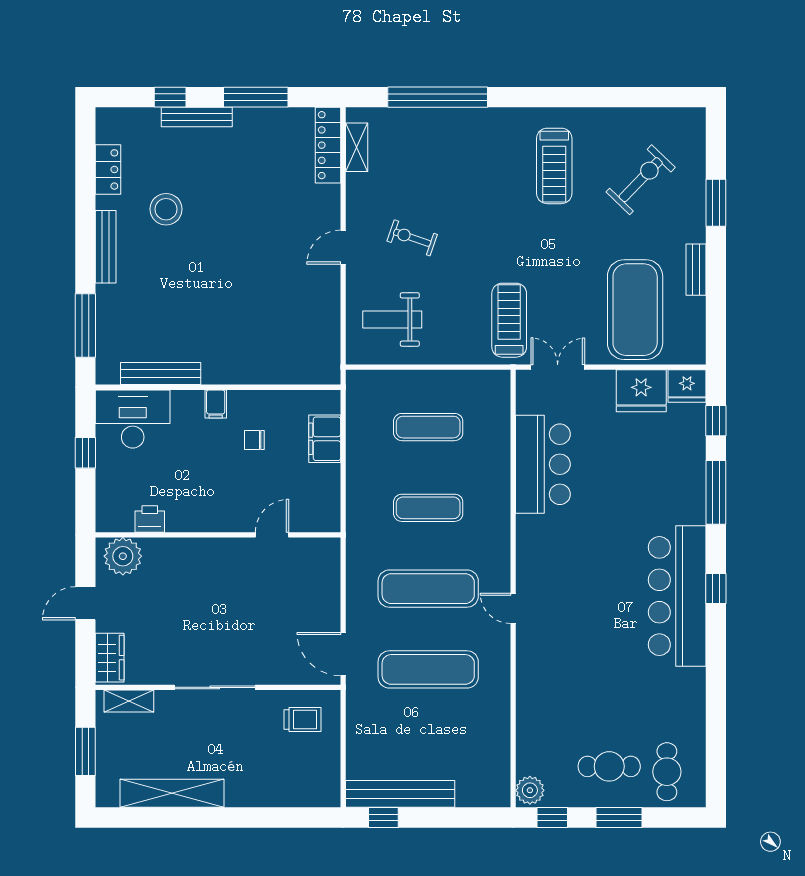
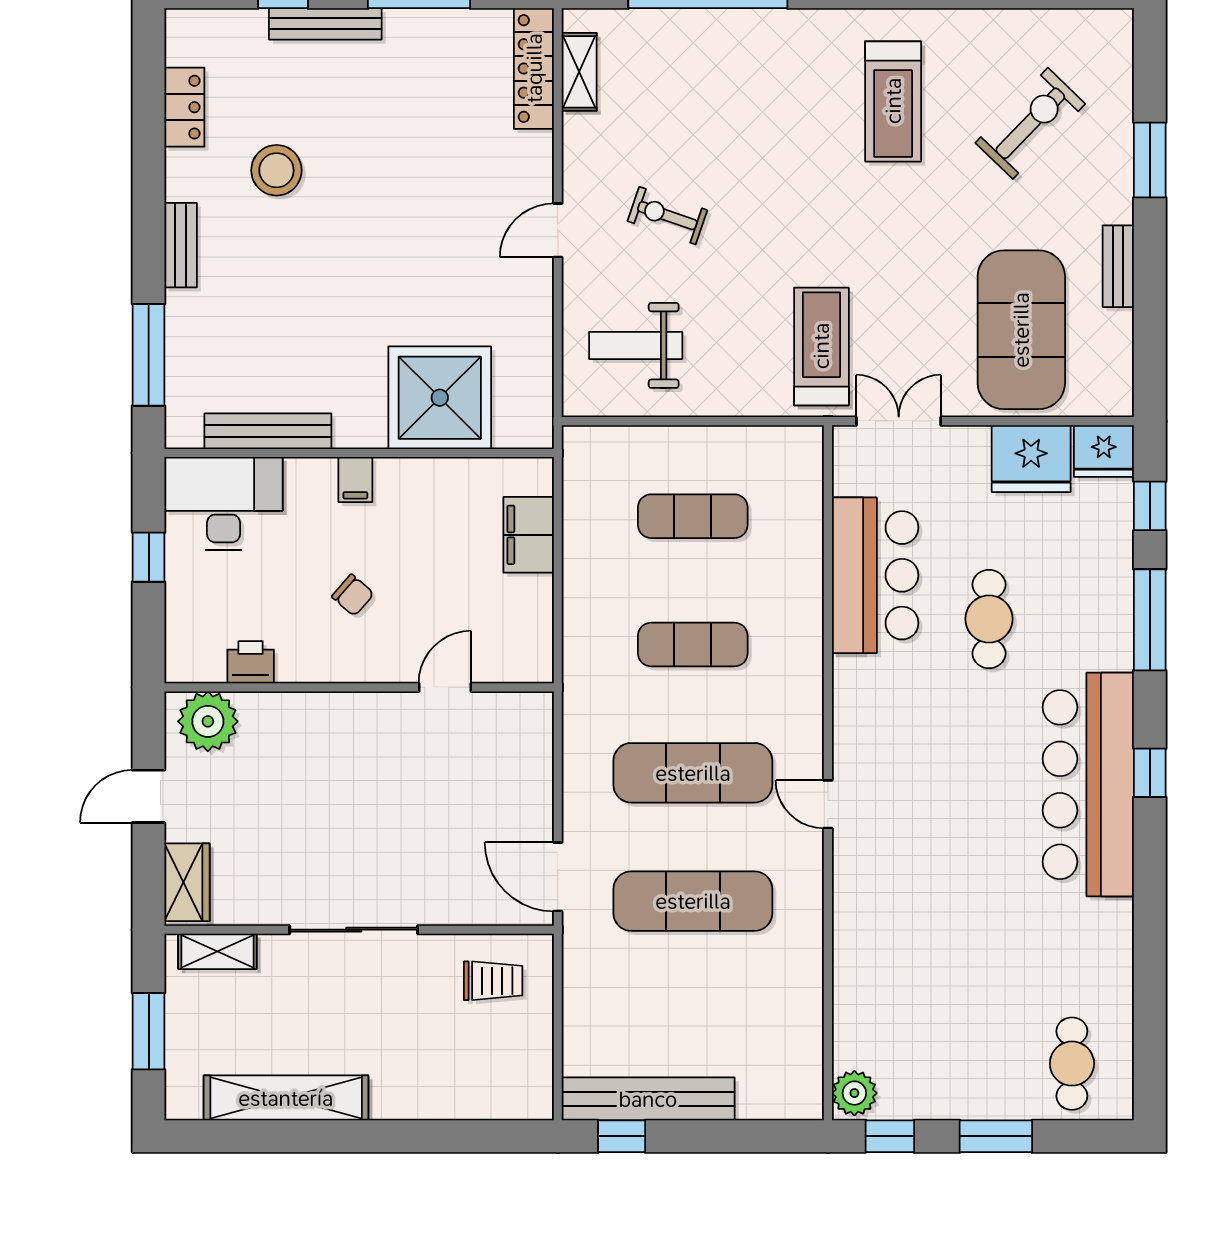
bench: (106, 247) -> (181, 245), width x0.73
shower: (269, 352) -> (440, 398), added
chair: (254, 440) -> (353, 595), moved, turned -139
cafe table: (609, 766) -> (989, 619), moved, turned 90

